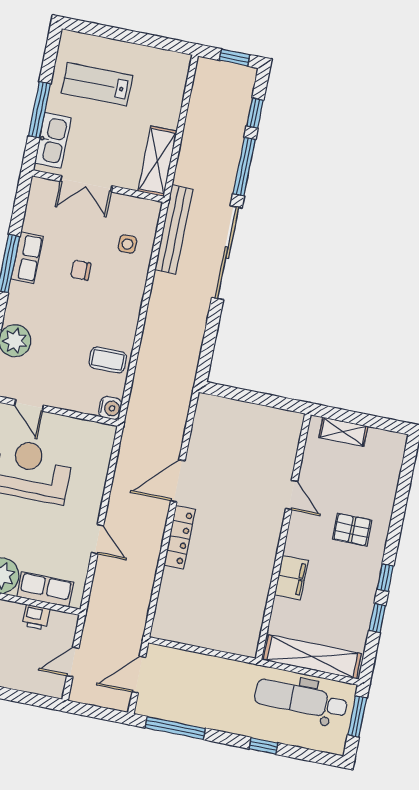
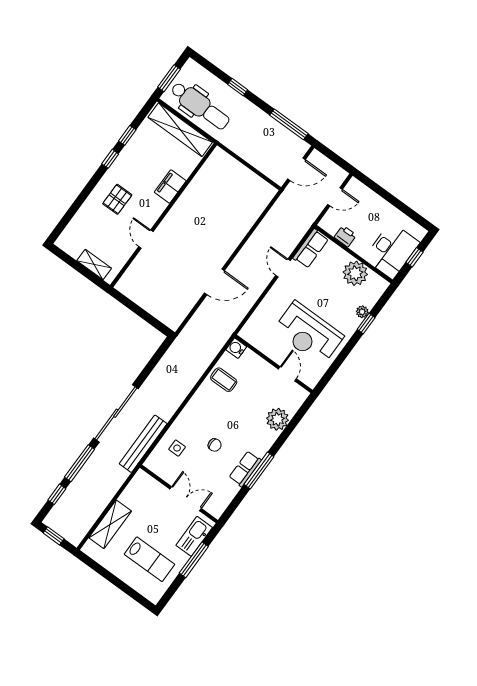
shelving: (157, 161) -> (110, 524), moved
pallet: (352, 530) -> (117, 199), turned 90
locker: (180, 537) -> (230, 245), removed
row of seats: (45, 589) -> (311, 248), moved, turned -90

